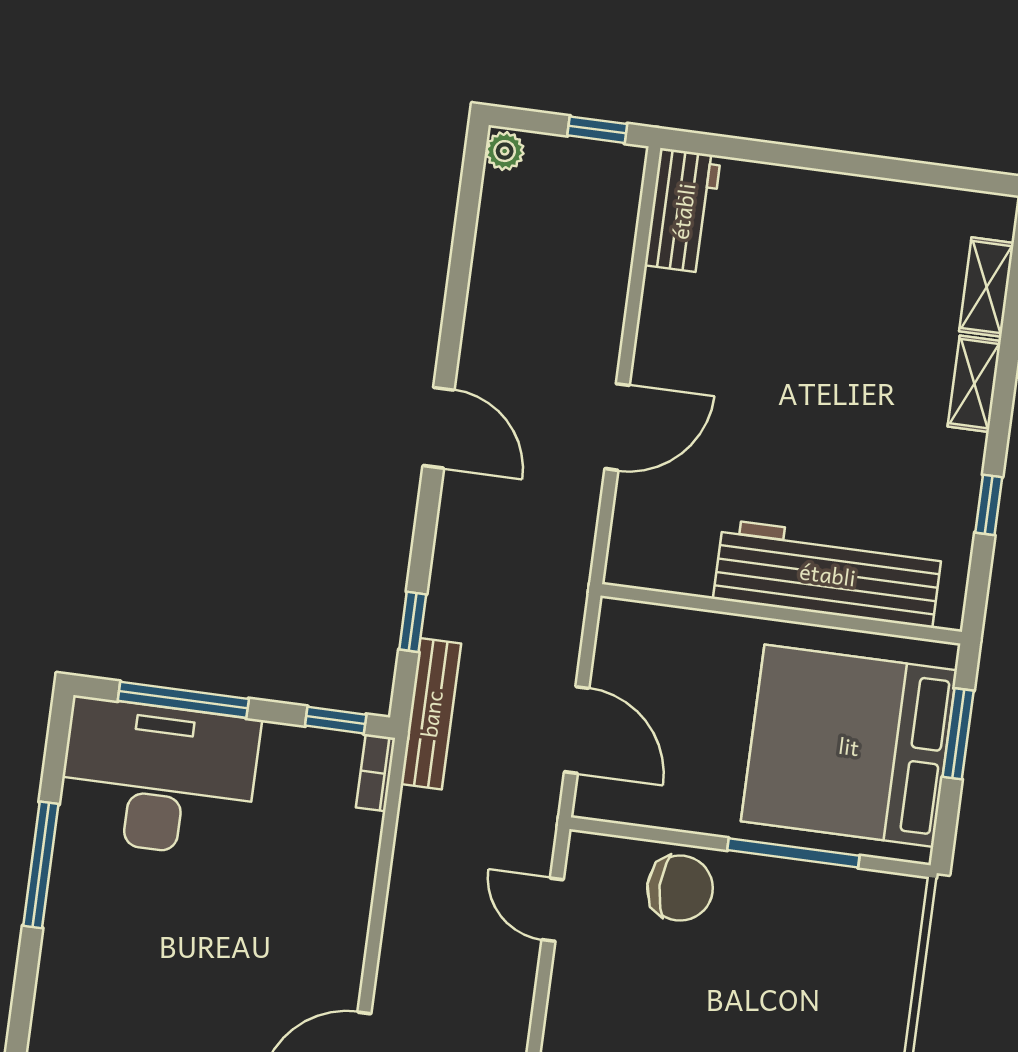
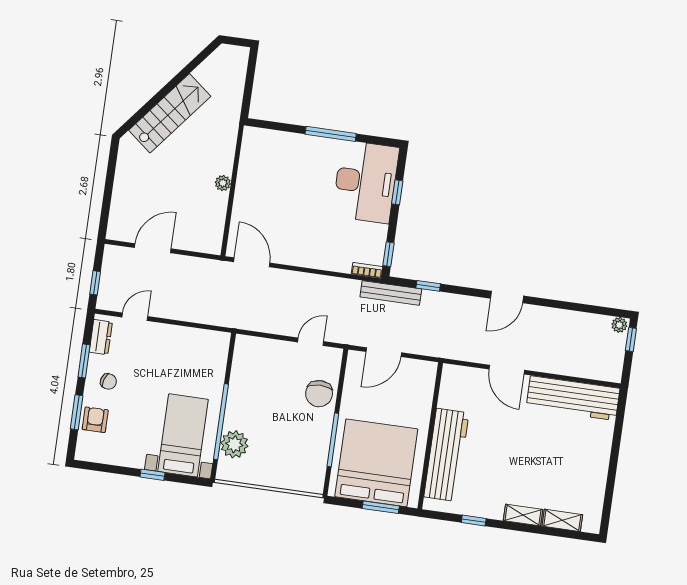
window: (597, 130) -> (631, 339), moved
workbench: (683, 211) -> (573, 398), width x1.88, depth x1.32
window: (183, 700) -> (397, 192), width x0.46

